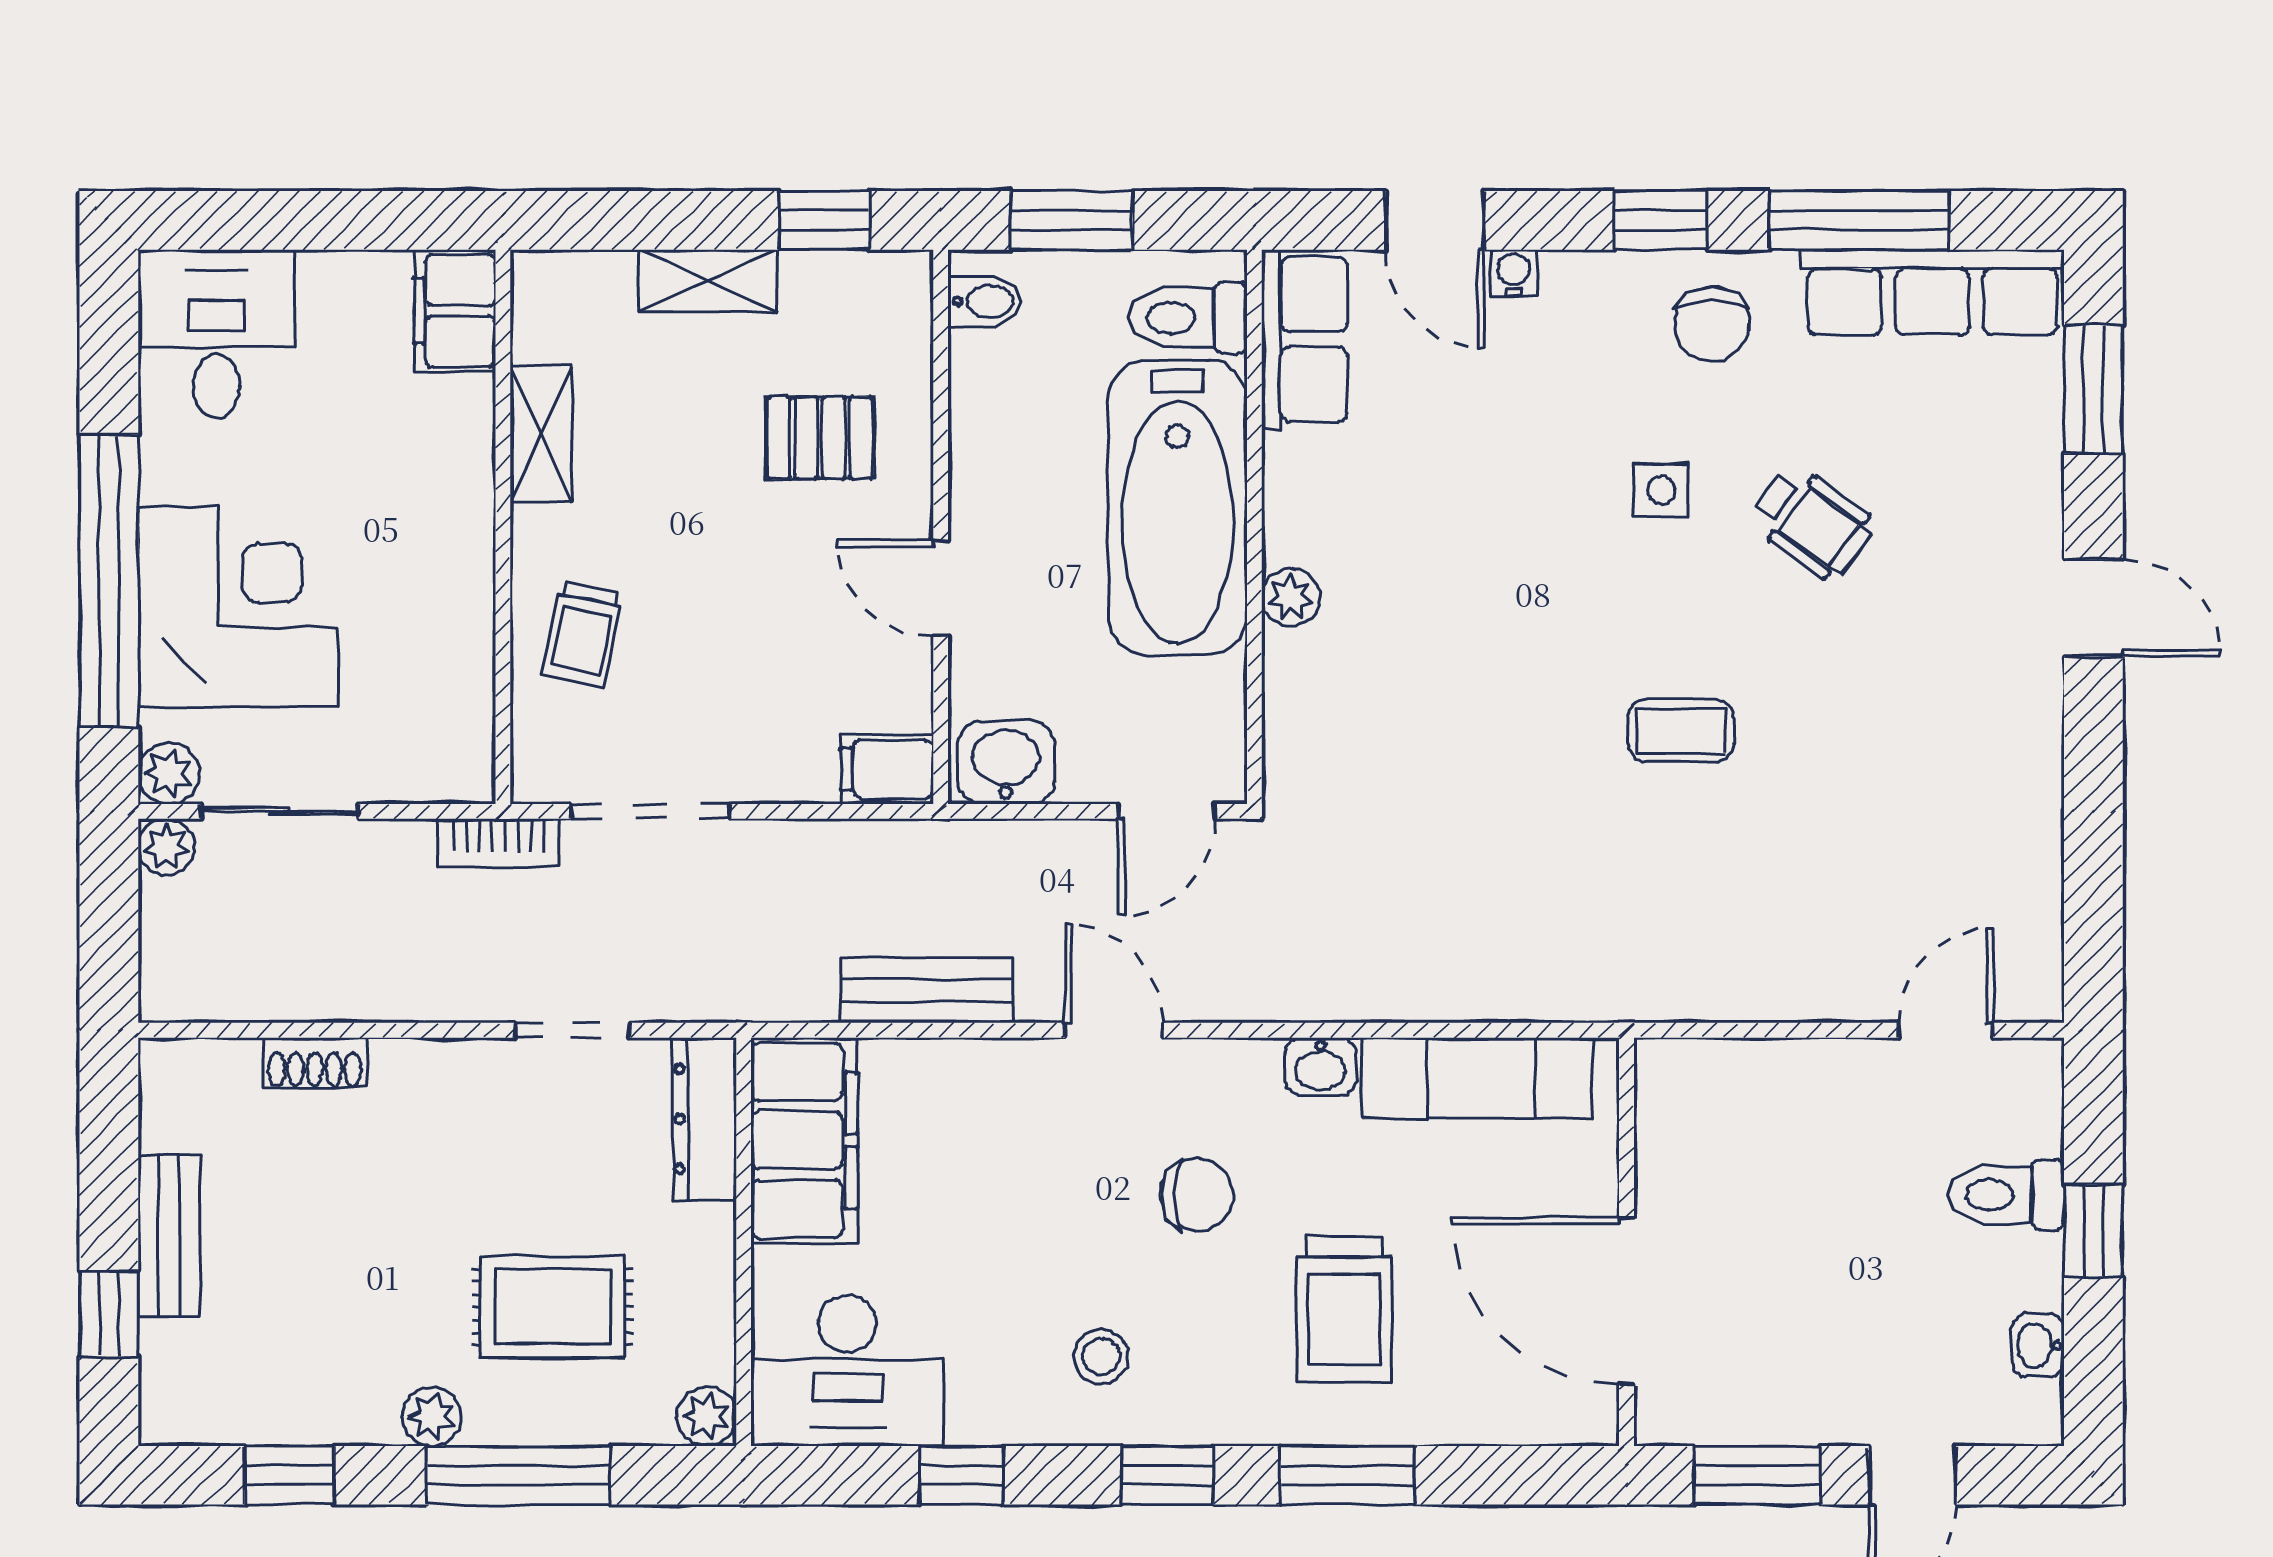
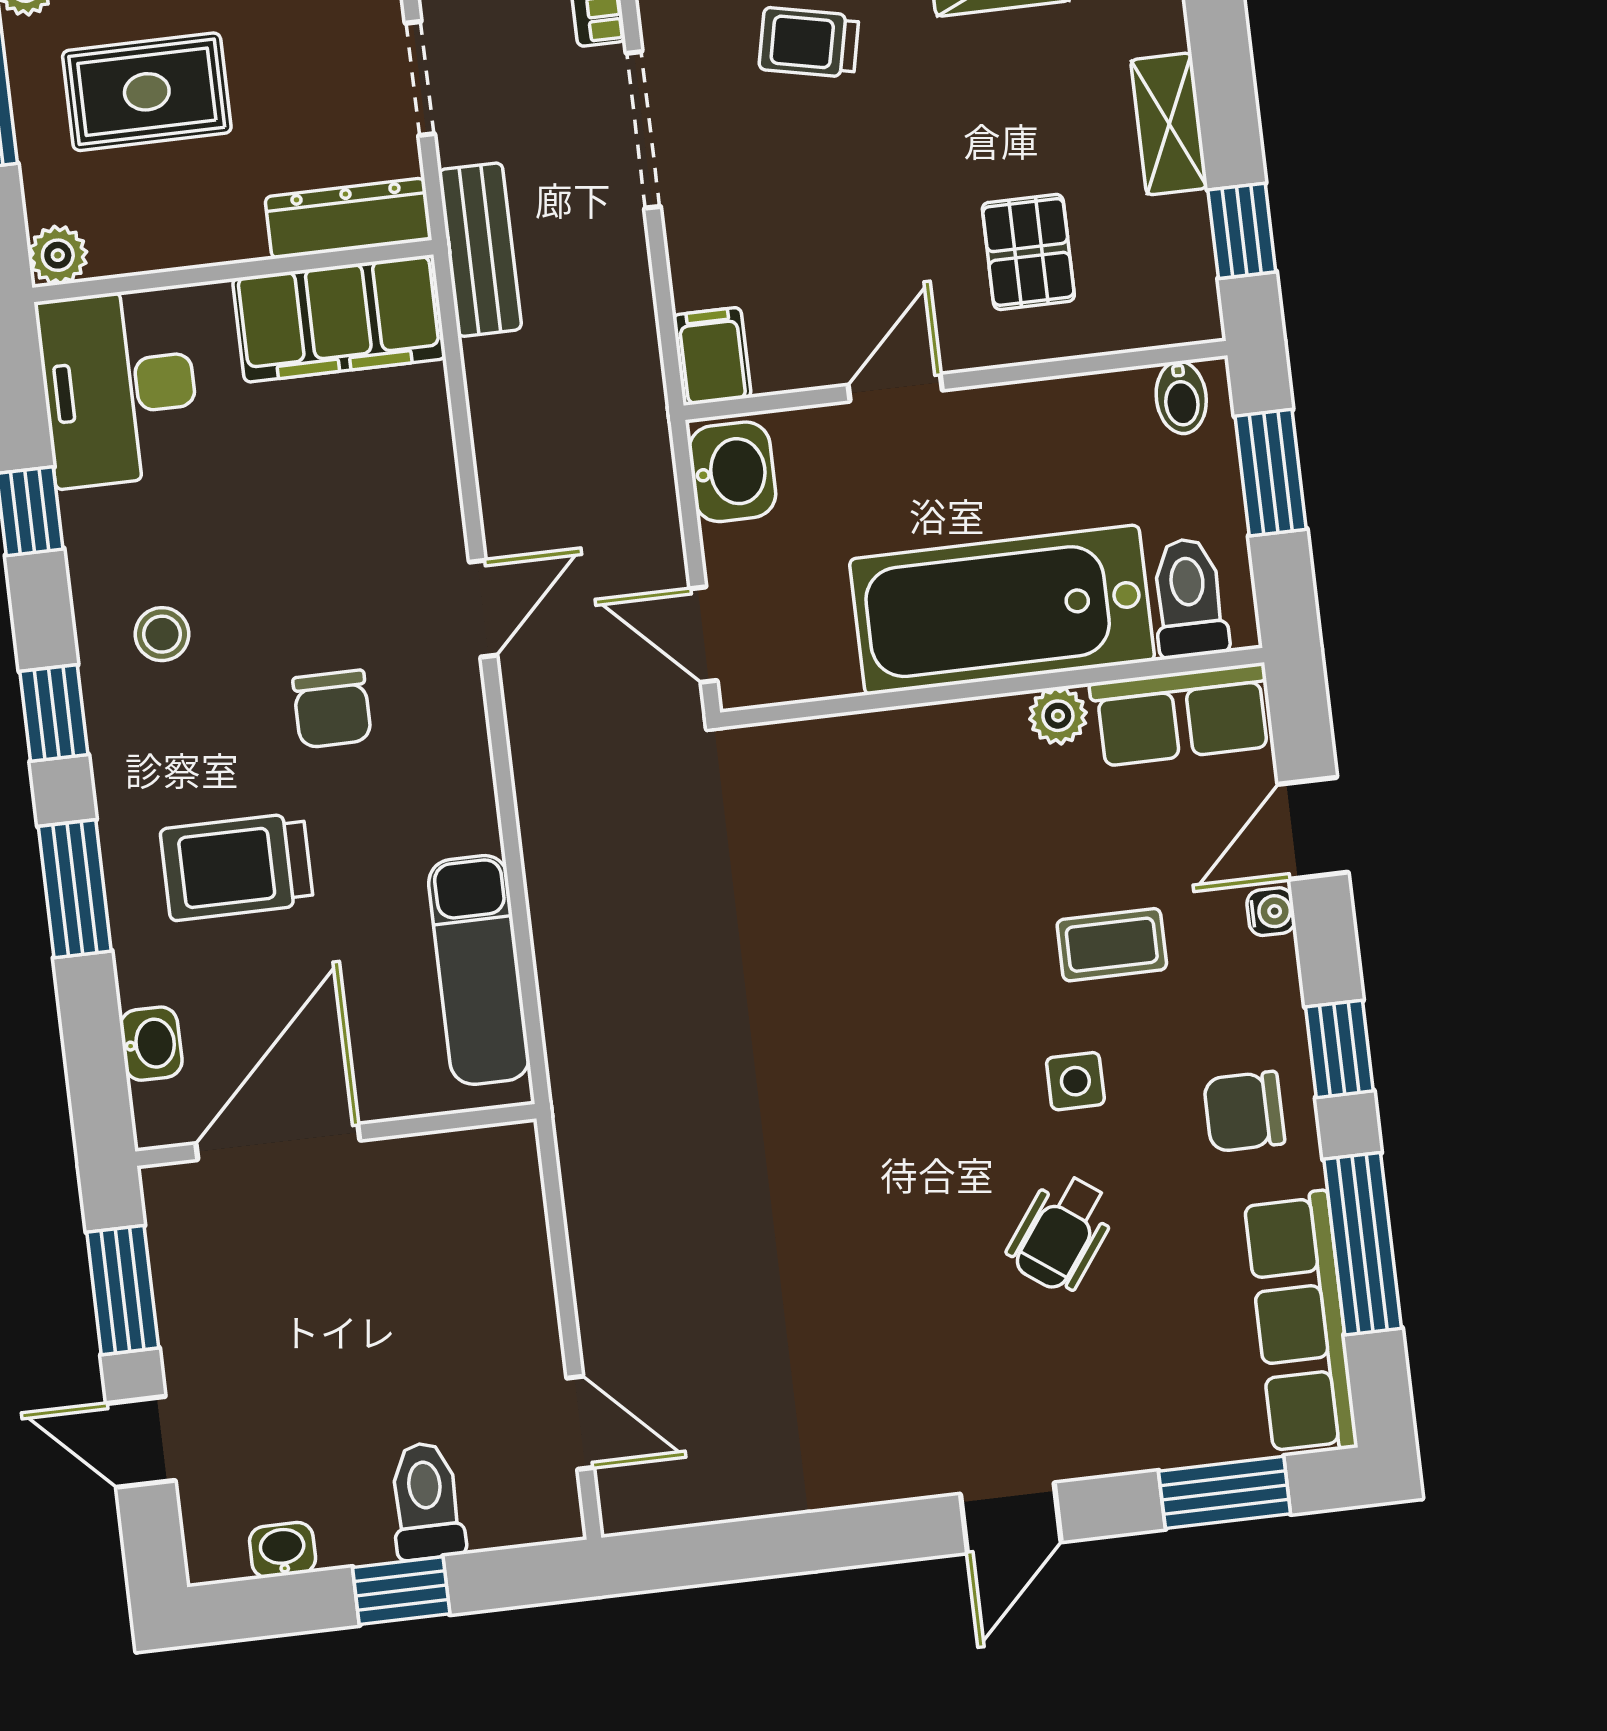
plant: (1291, 597) -> (1058, 716), moved
coffee table: (1681, 730) -> (1112, 945), moved, turned 90
bench: (927, 990) -> (480, 250), moved
washbasin: (1321, 1067) -> (151, 1044), moved, turned 180
rug: (553, 1307) -> (147, 92), turned 90

